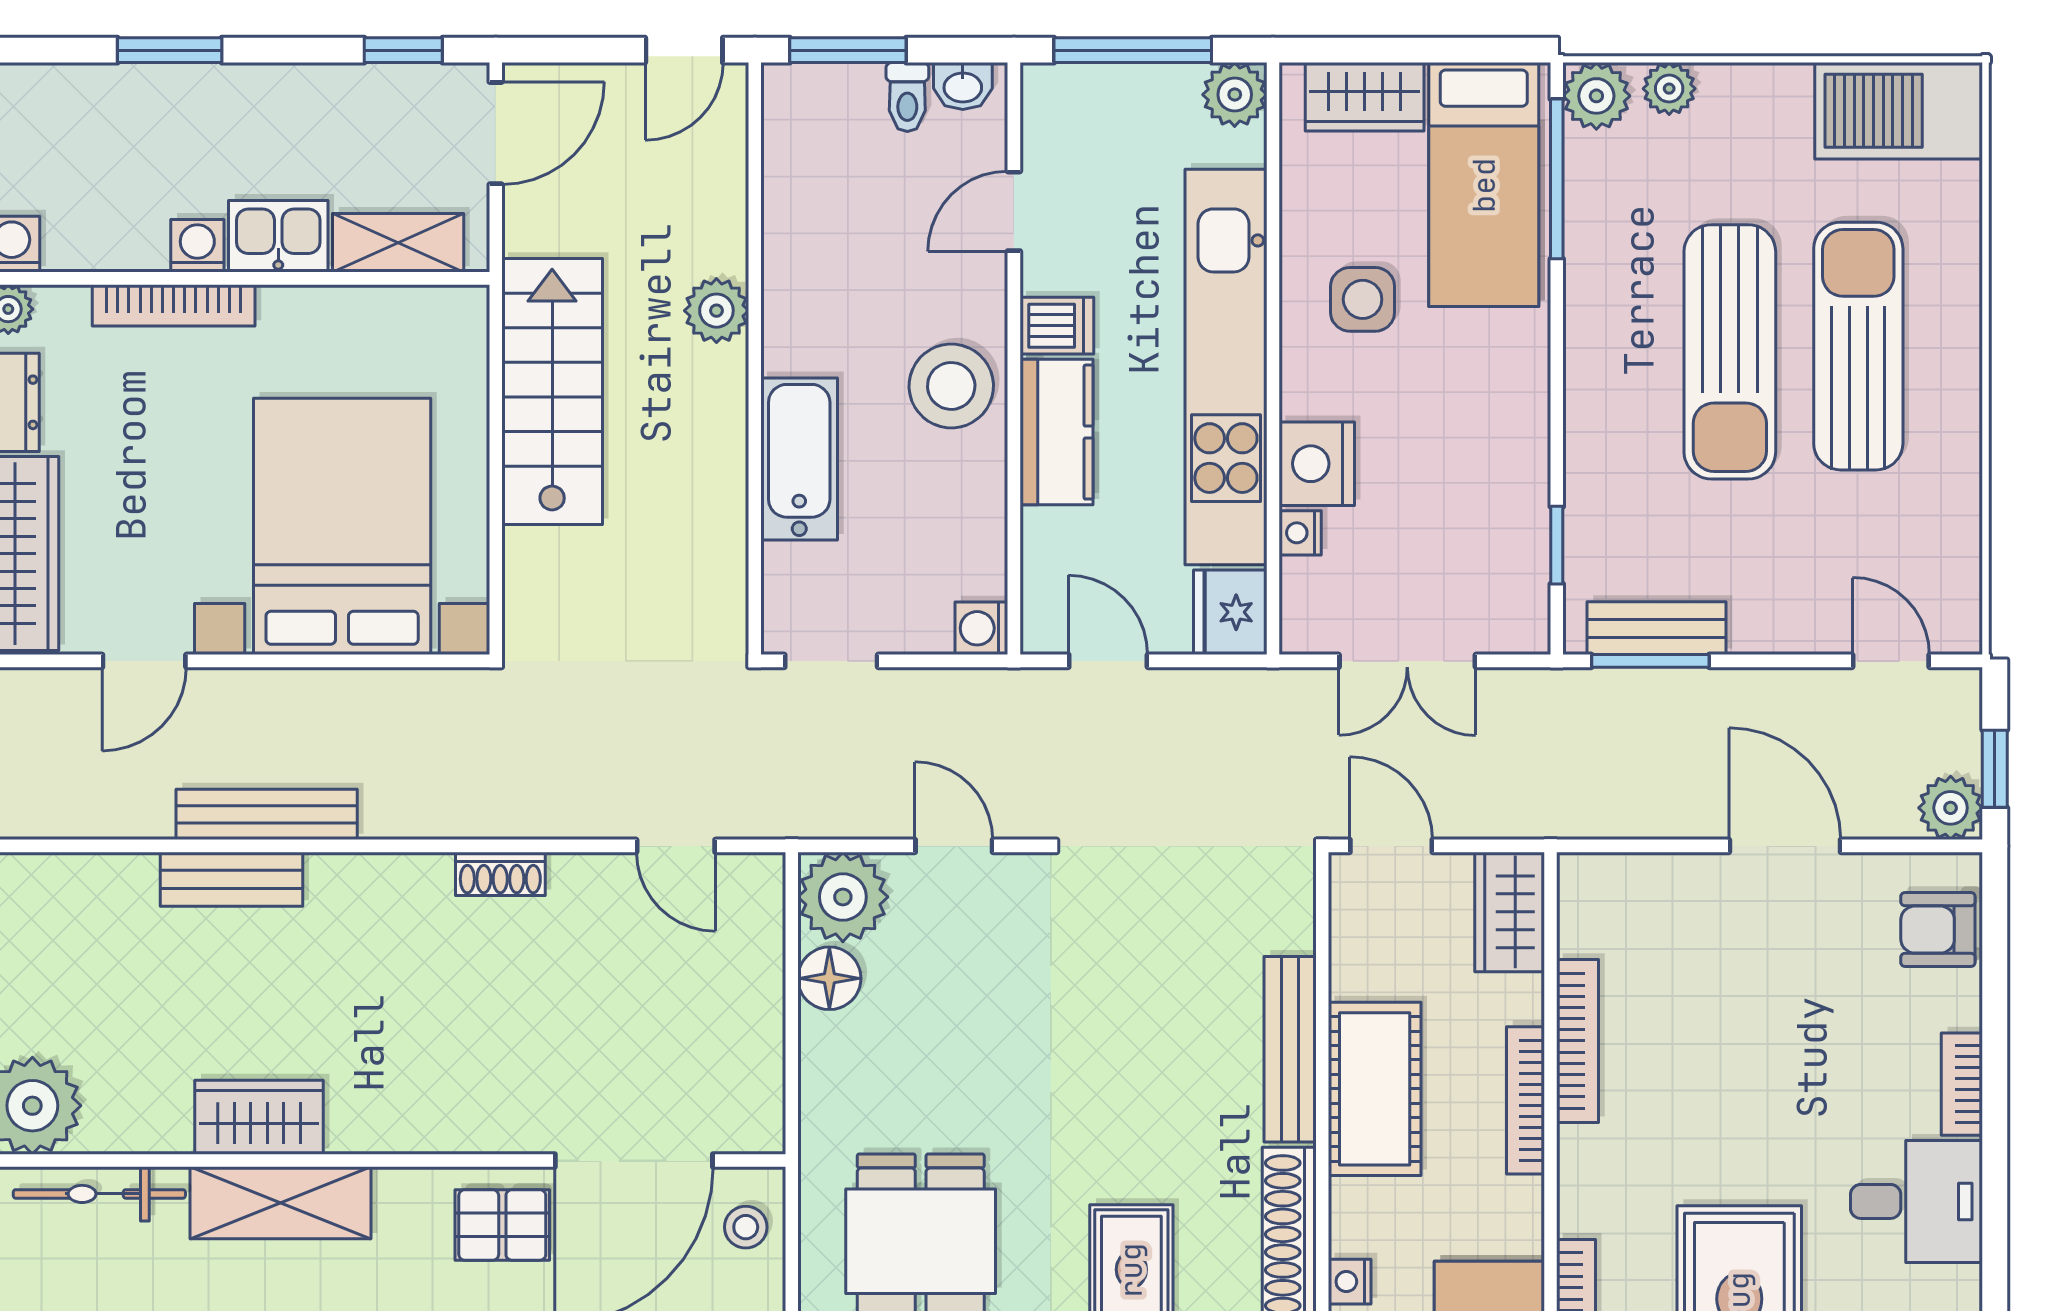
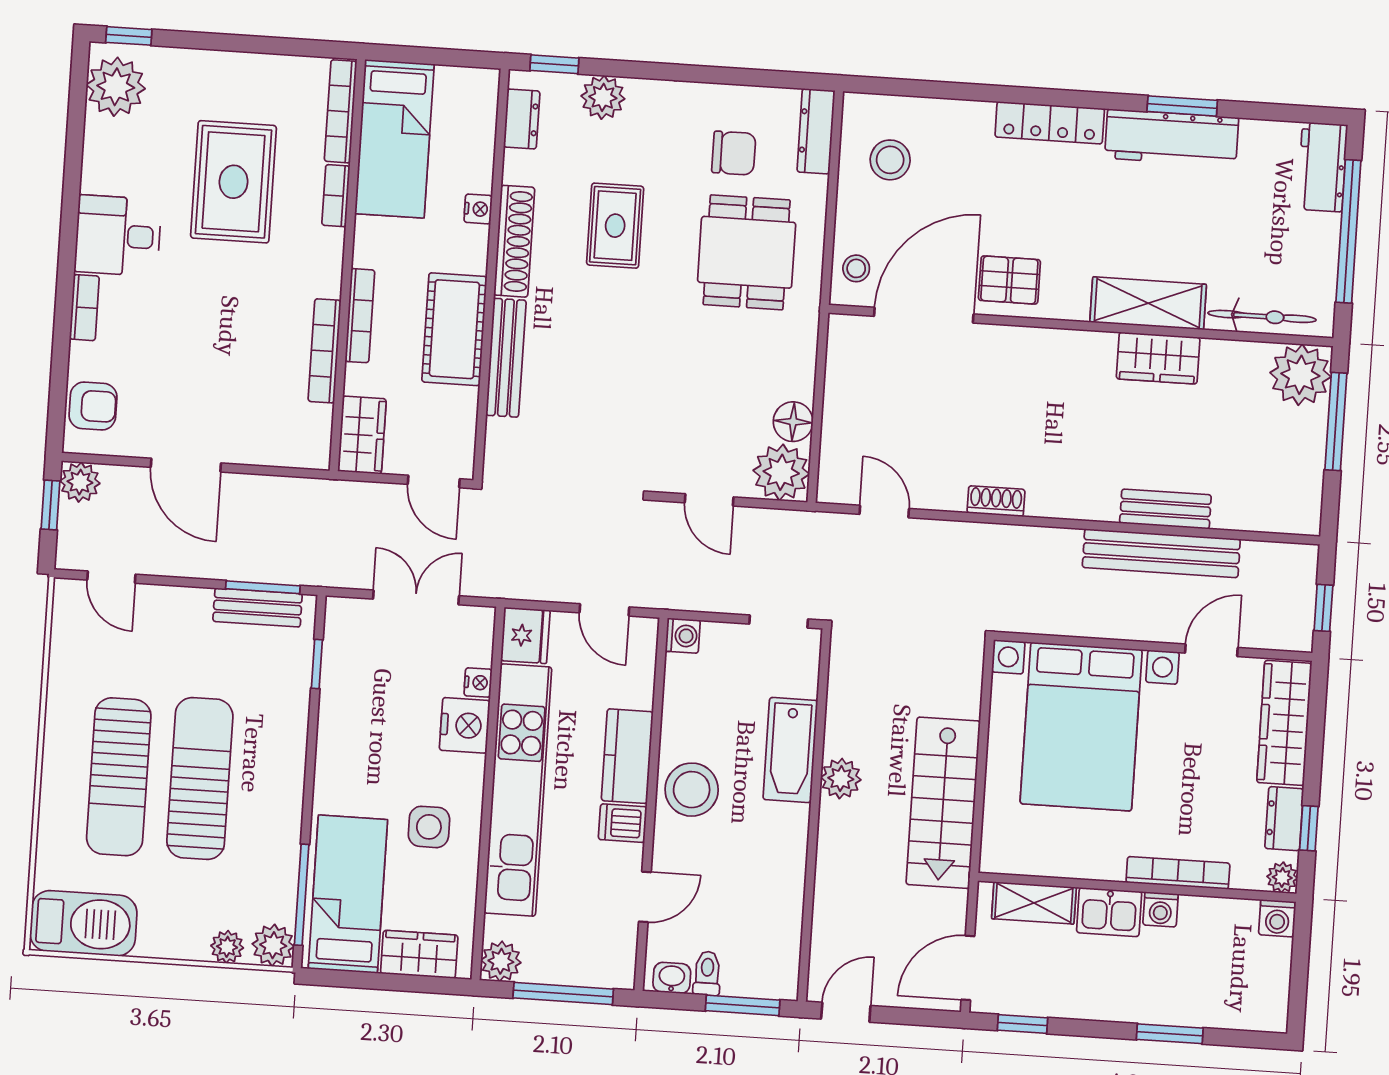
plant: (716, 311) -> (841, 779), moved
bench: (267, 814) -> (1161, 553), width x1.37, depth x1.21

